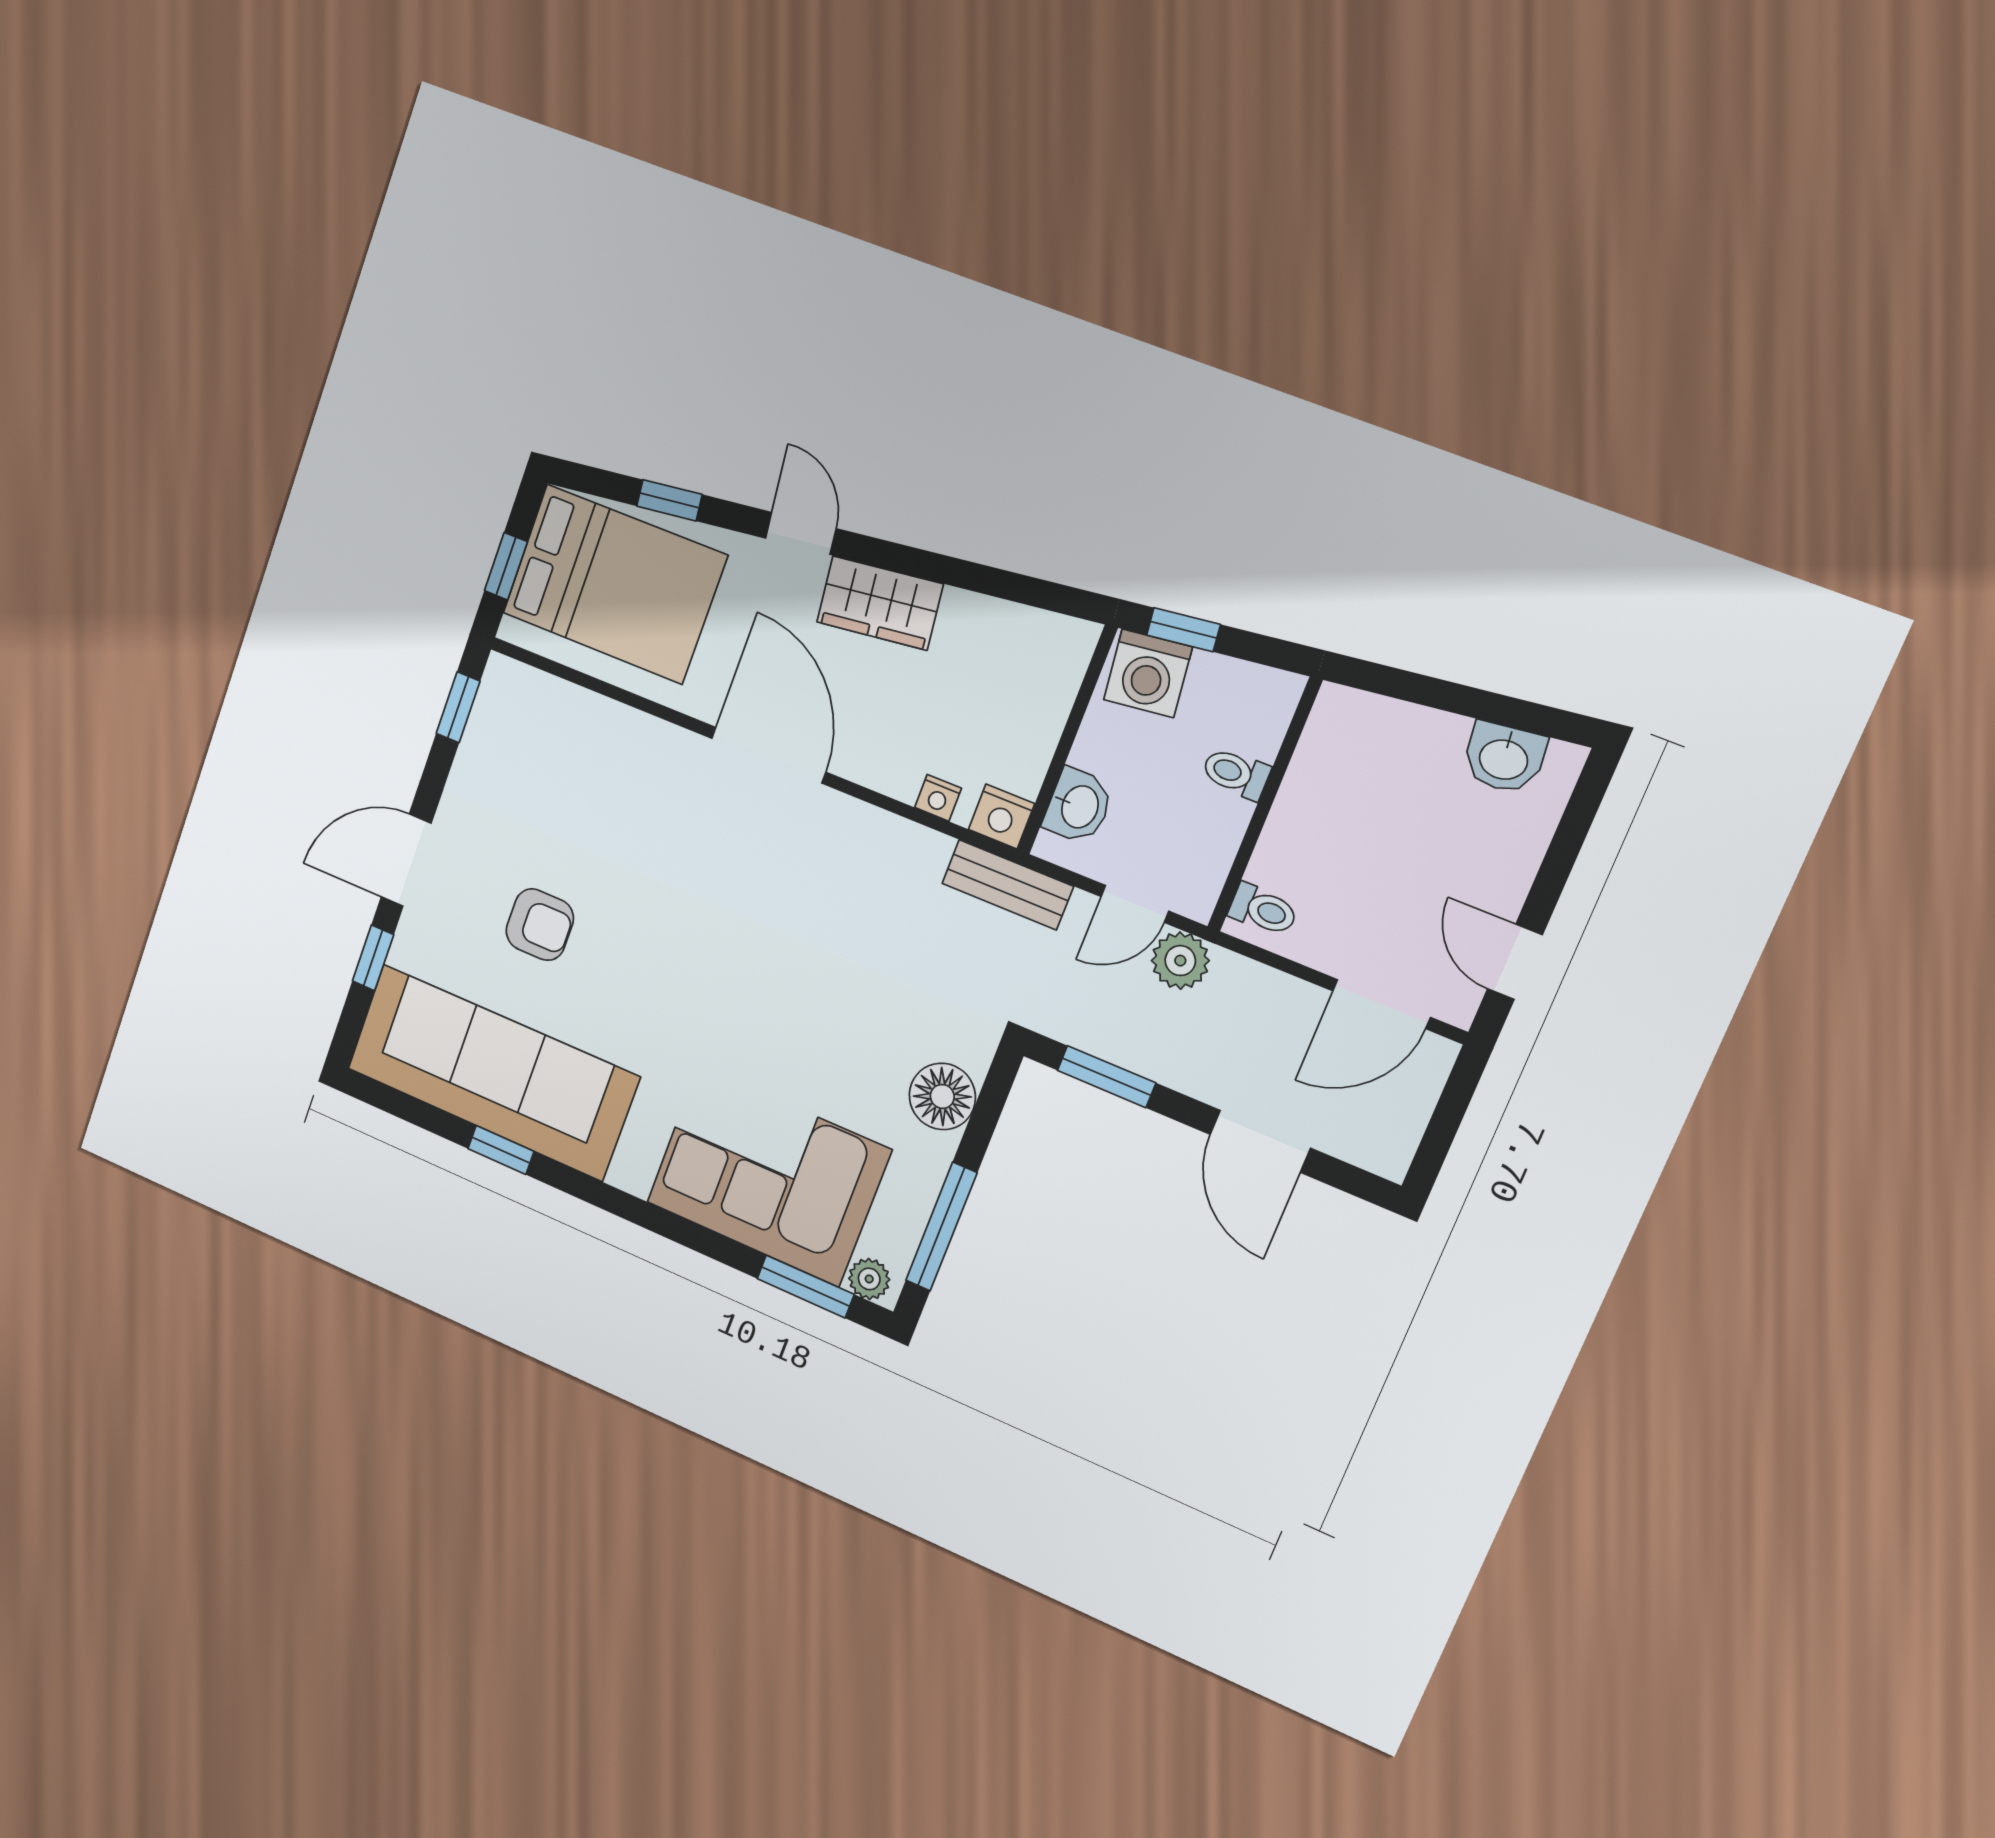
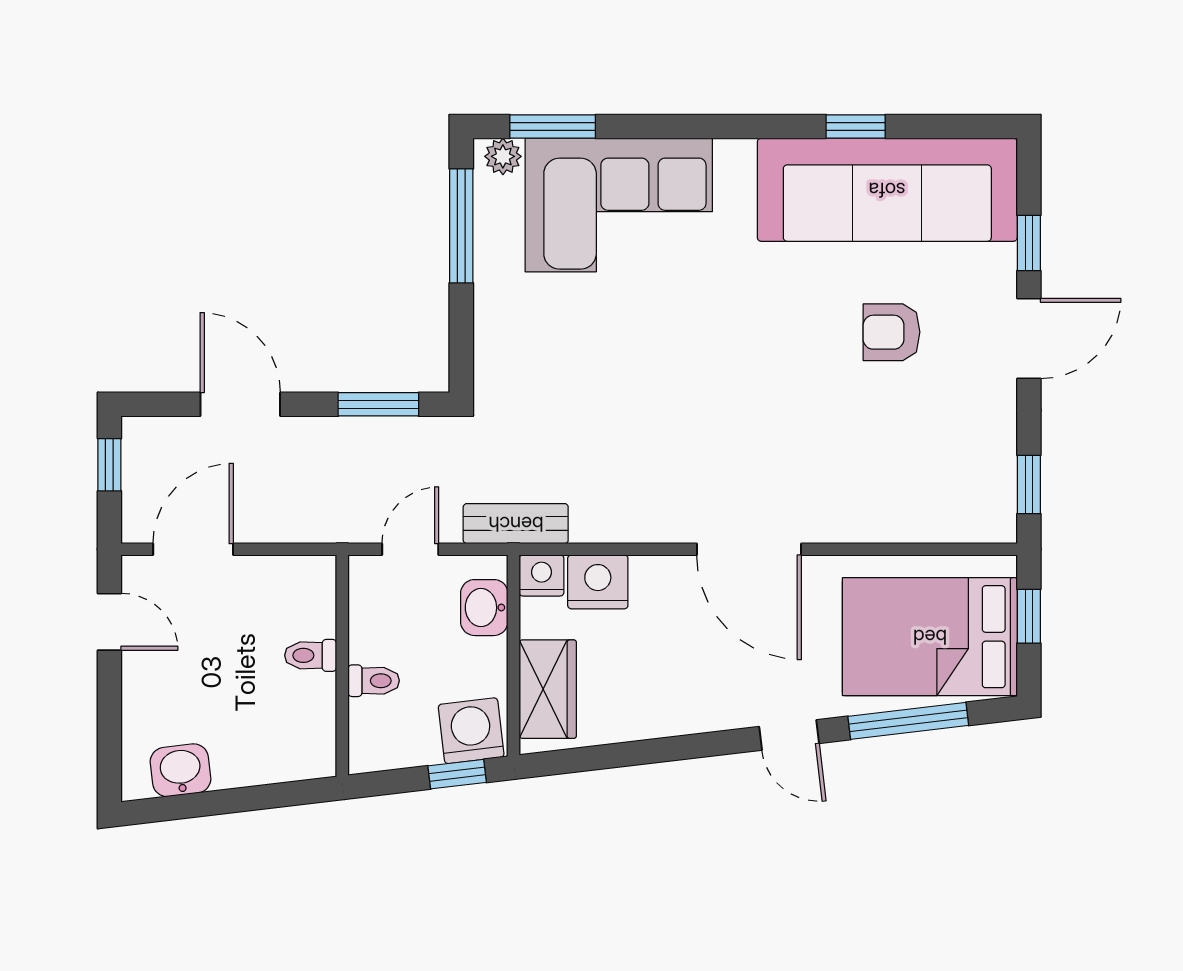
window: (669, 500) -> (908, 721), width x2.17
wardrobe: (880, 603) -> (548, 689), moved, turned 97
nightstand: (938, 798) -> (598, 582), width x1.89, depth x1.79
toilet: (1263, 910) -> (311, 655), moved
plant: (1180, 961) -> (358, 520), removed
floor lamp: (942, 1096) -> (502, 333), removed
window: (1438, 1138) -> (109, 465), added

